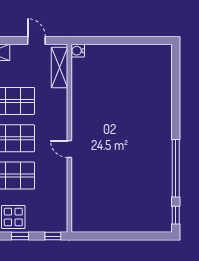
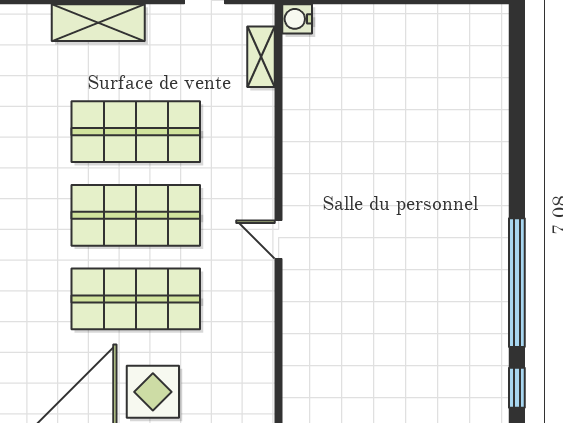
shelving: (60, 68) -> (261, 57), width x0.67, depth x0.75

